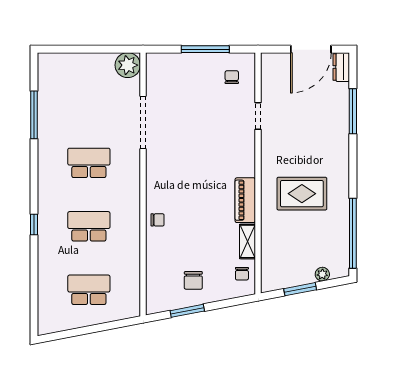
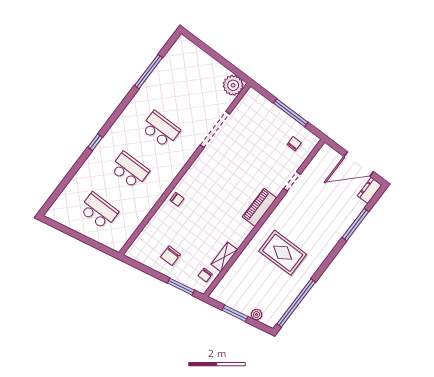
piano: (245, 200) -> (260, 207), moved
window: (187, 311) -> (181, 287), moved

